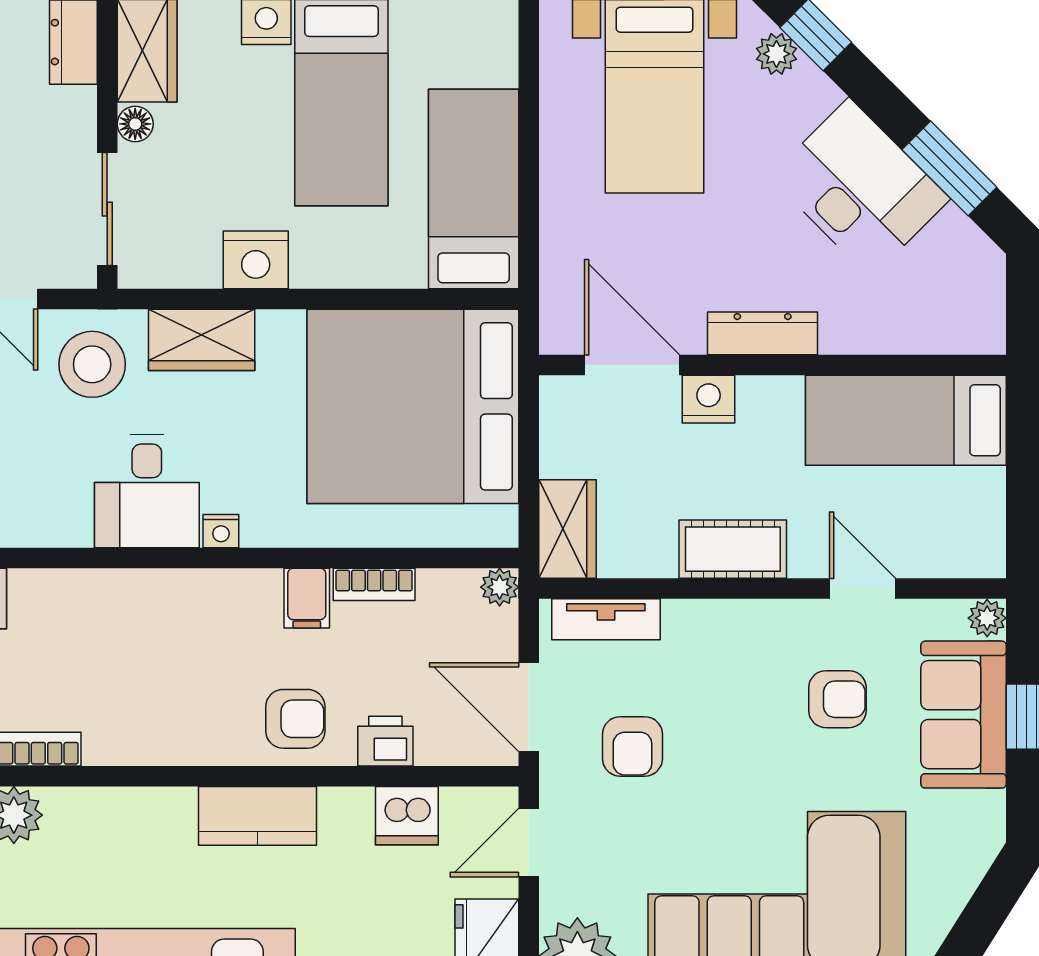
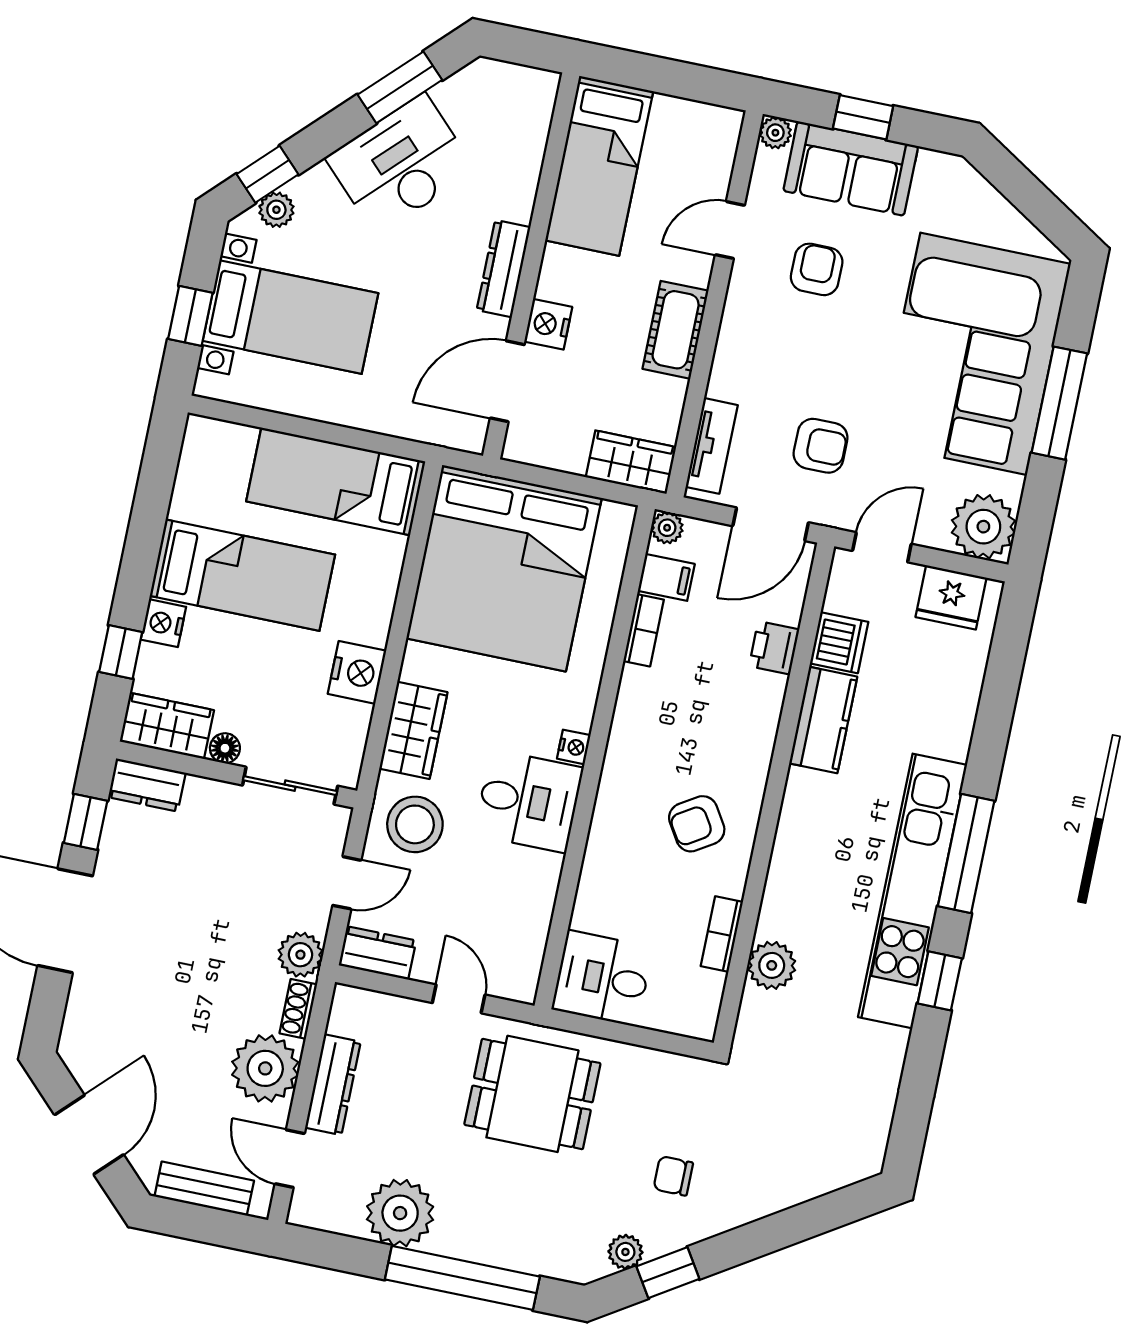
filing cabinet: (307, 598) -> (666, 577), moved
armchair: (295, 719) -> (697, 824), moved, turned -122
kitchen counter: (257, 816) -> (823, 720), moved
door: (529, 843) -> (882, 547), swing flipped

